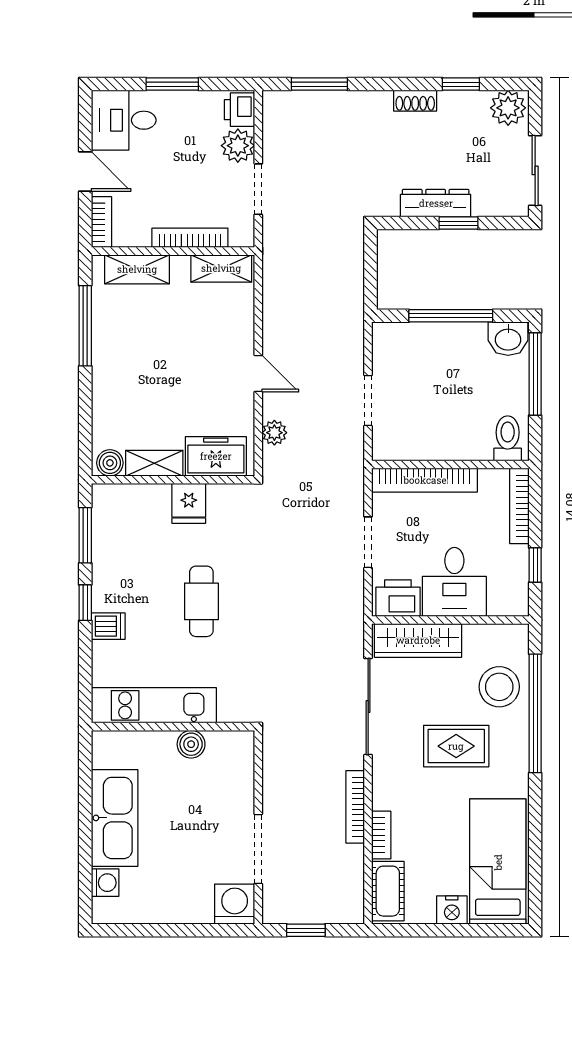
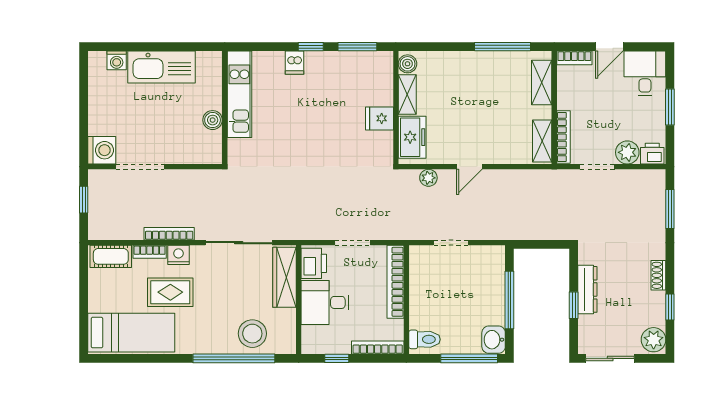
bookcase: (190, 238) -> (563, 137), moved
cafe table: (201, 601) -> (312, 127), removed
rug: (456, 746) -> (170, 292), moved, turned 90
nightstand: (452, 910) -> (178, 255), moved, turned 90

